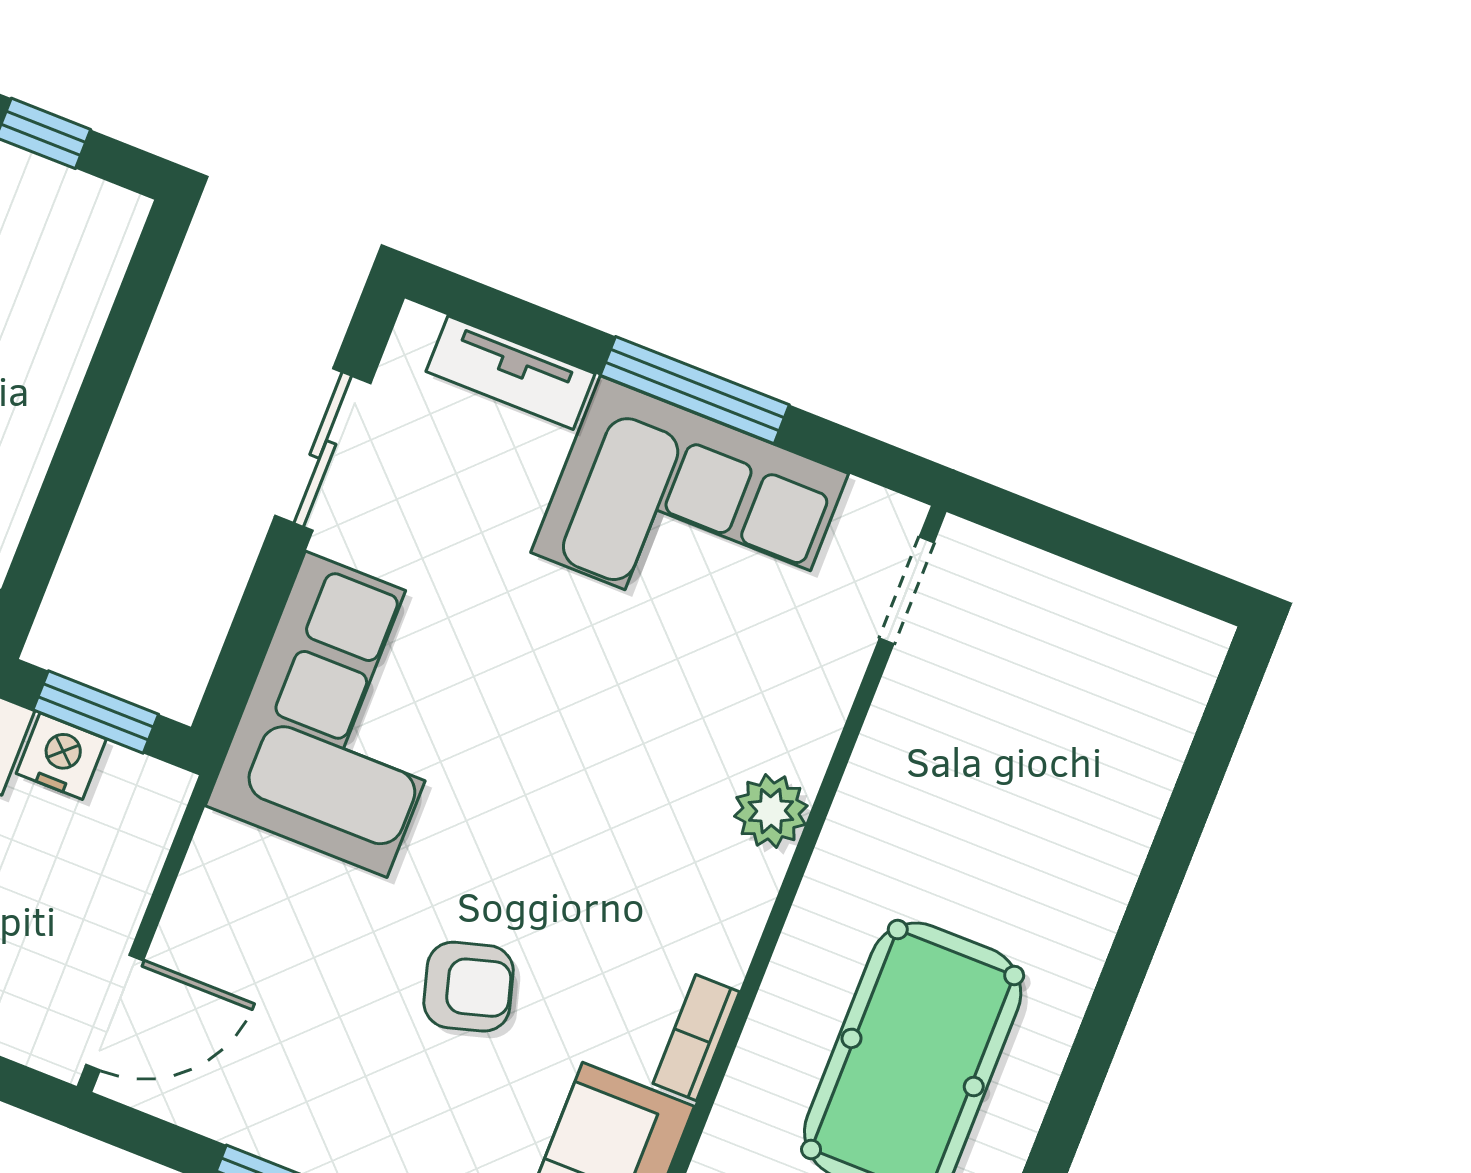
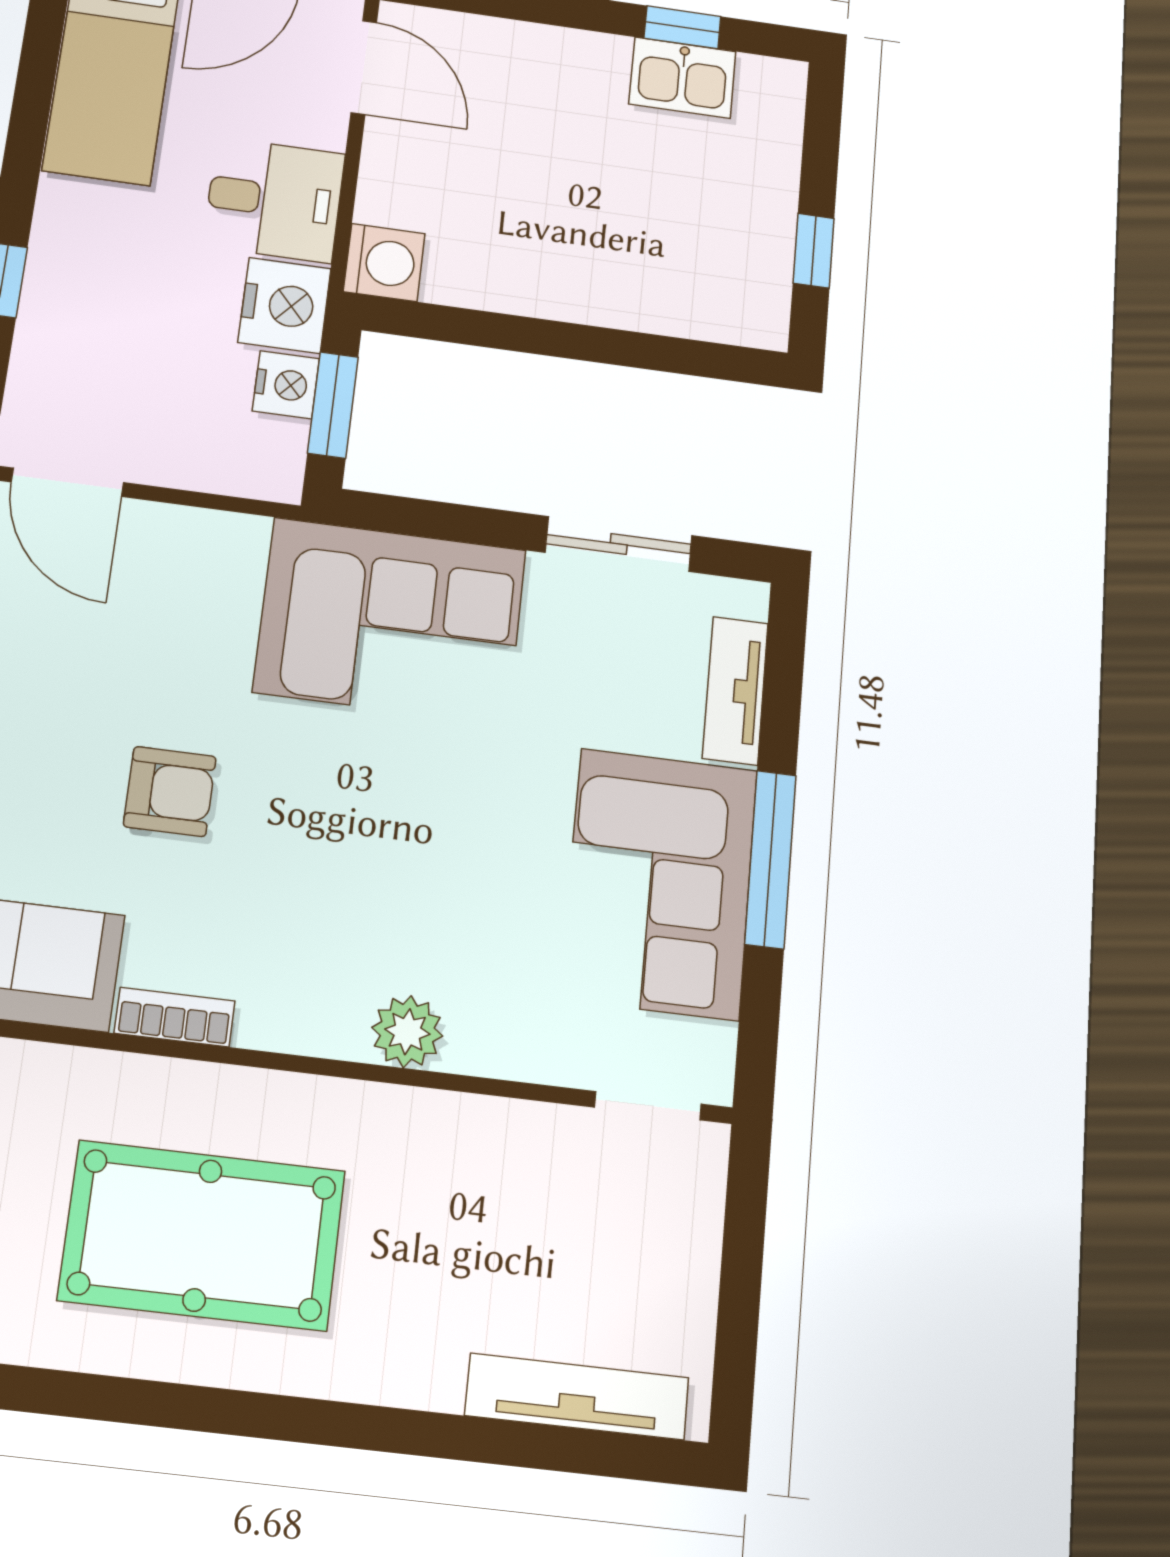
tv unit: (1160, 741) -> (577, 1397), added
armchair: (469, 987) -> (170, 791), turned -74

